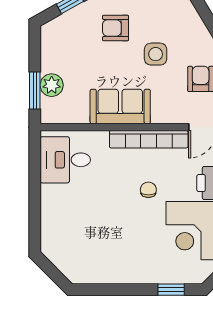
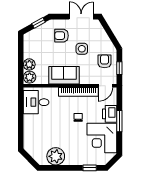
window: (35, 90) -> (21, 67), removed
plant: (52, 110) -> (30, 77), added
plant: (104, 267) -> (56, 156), added

